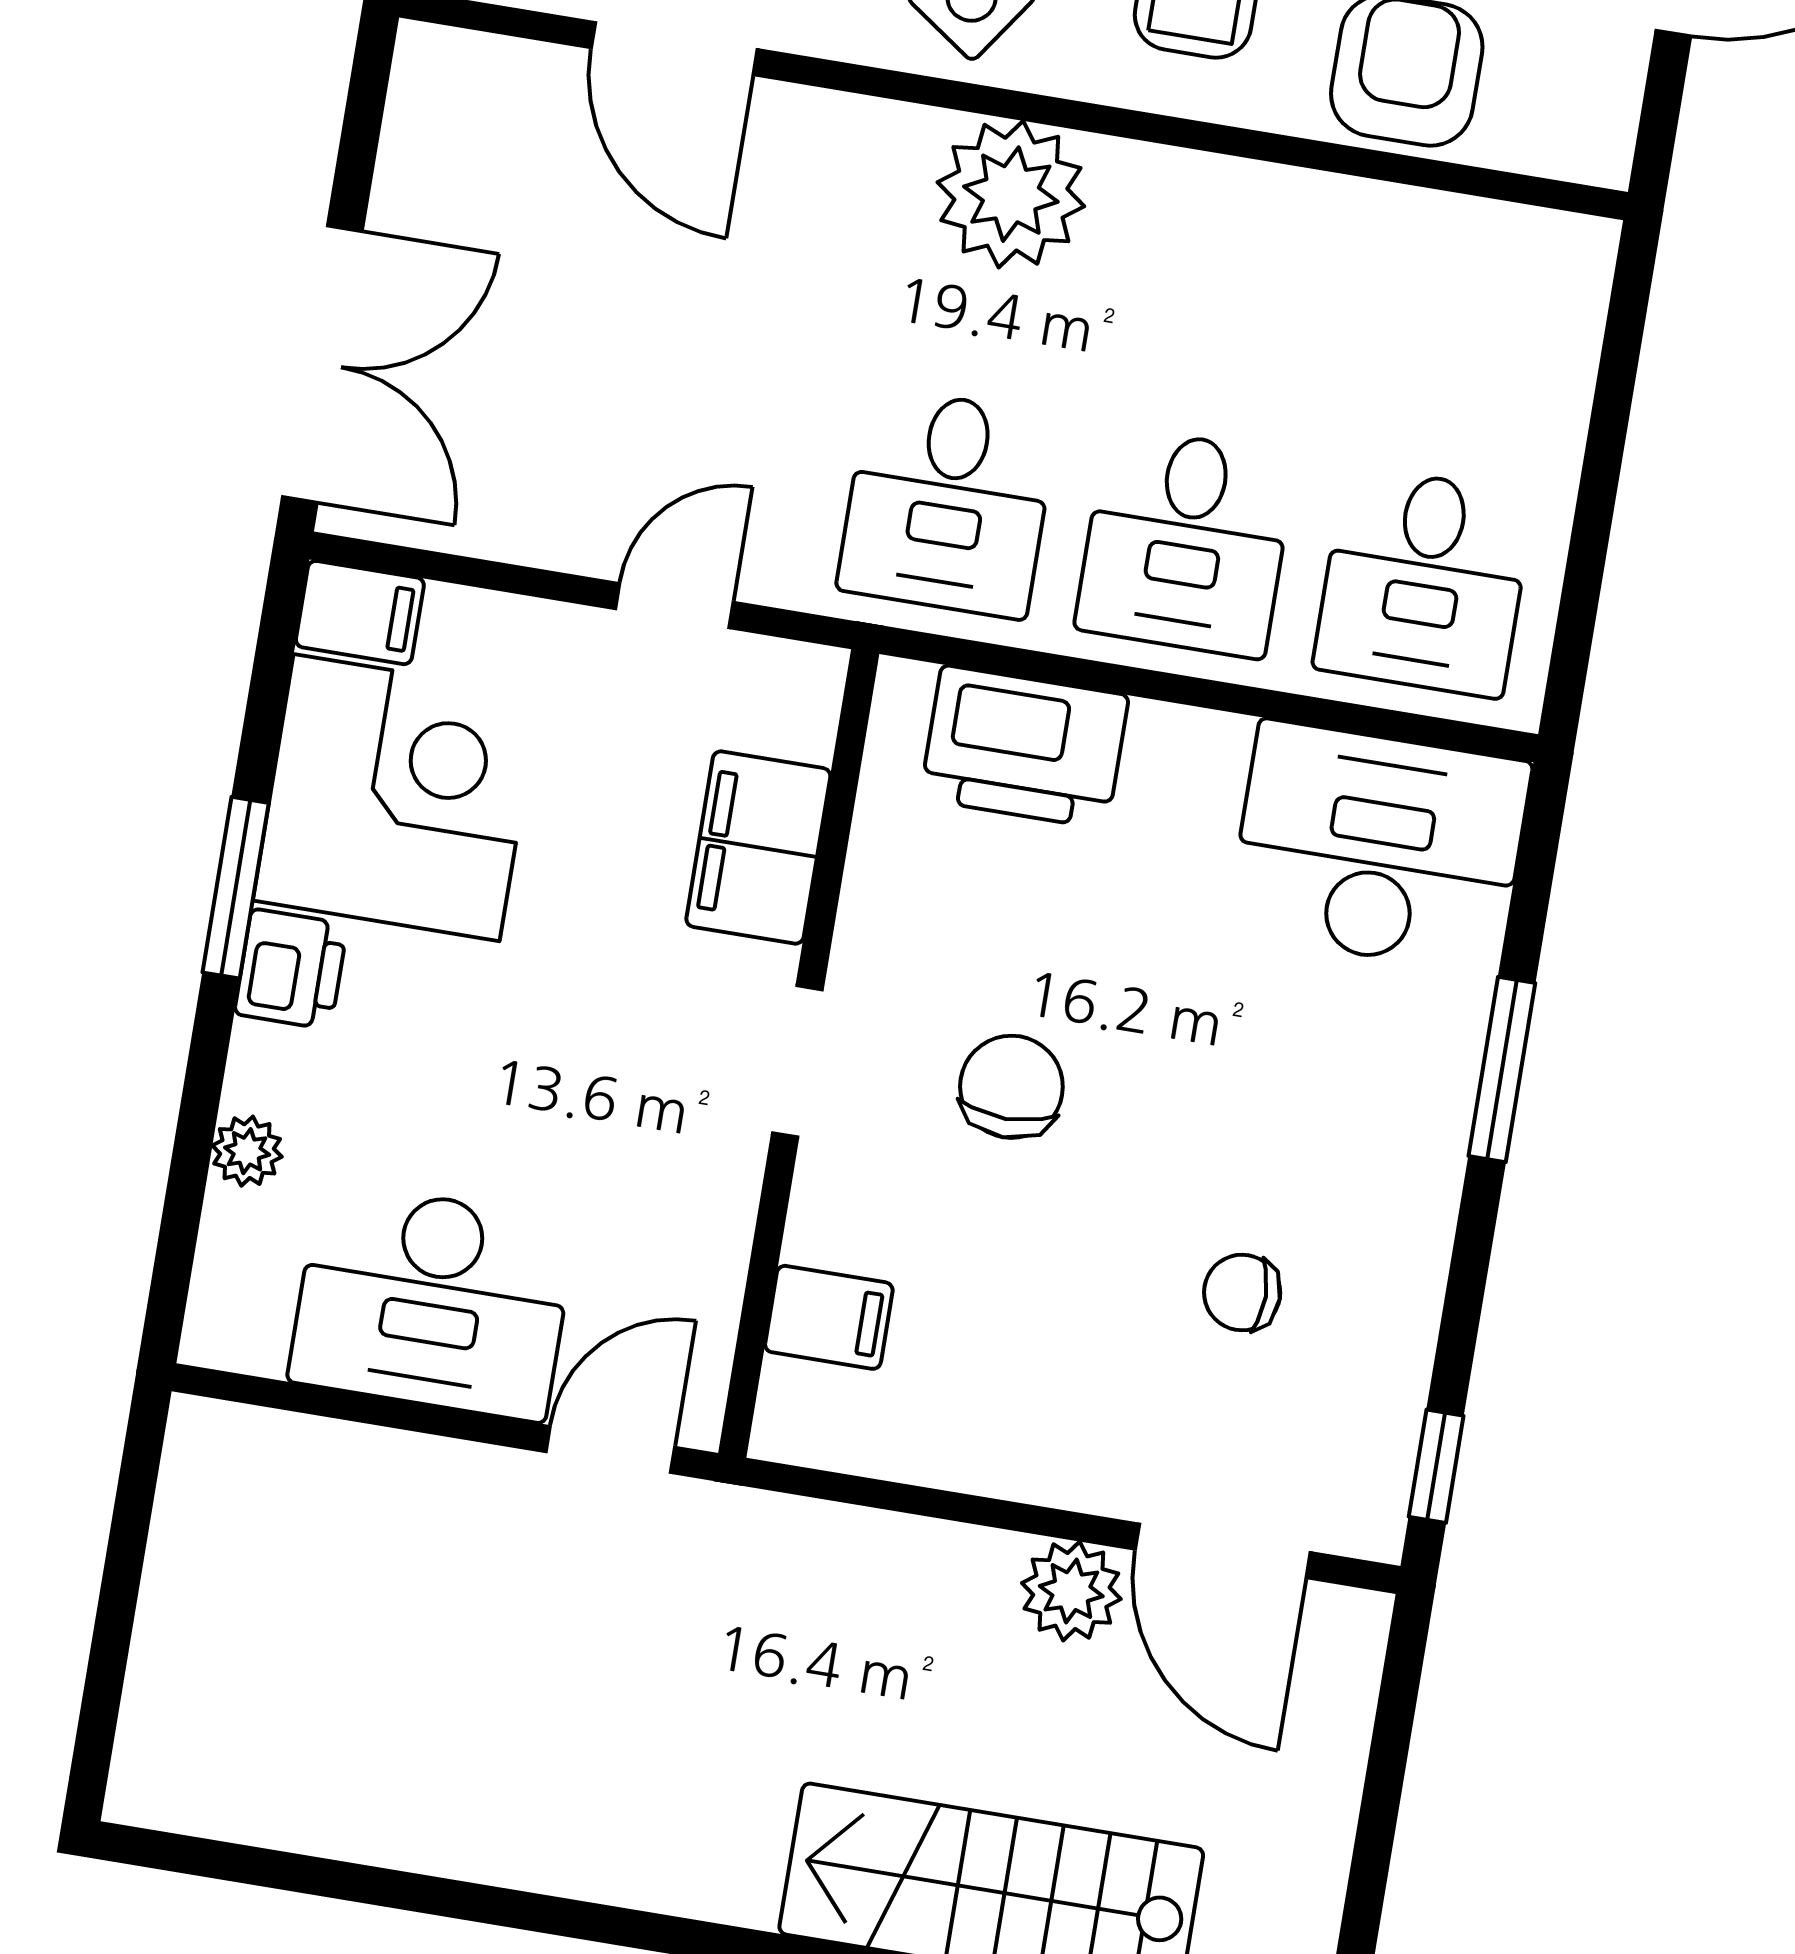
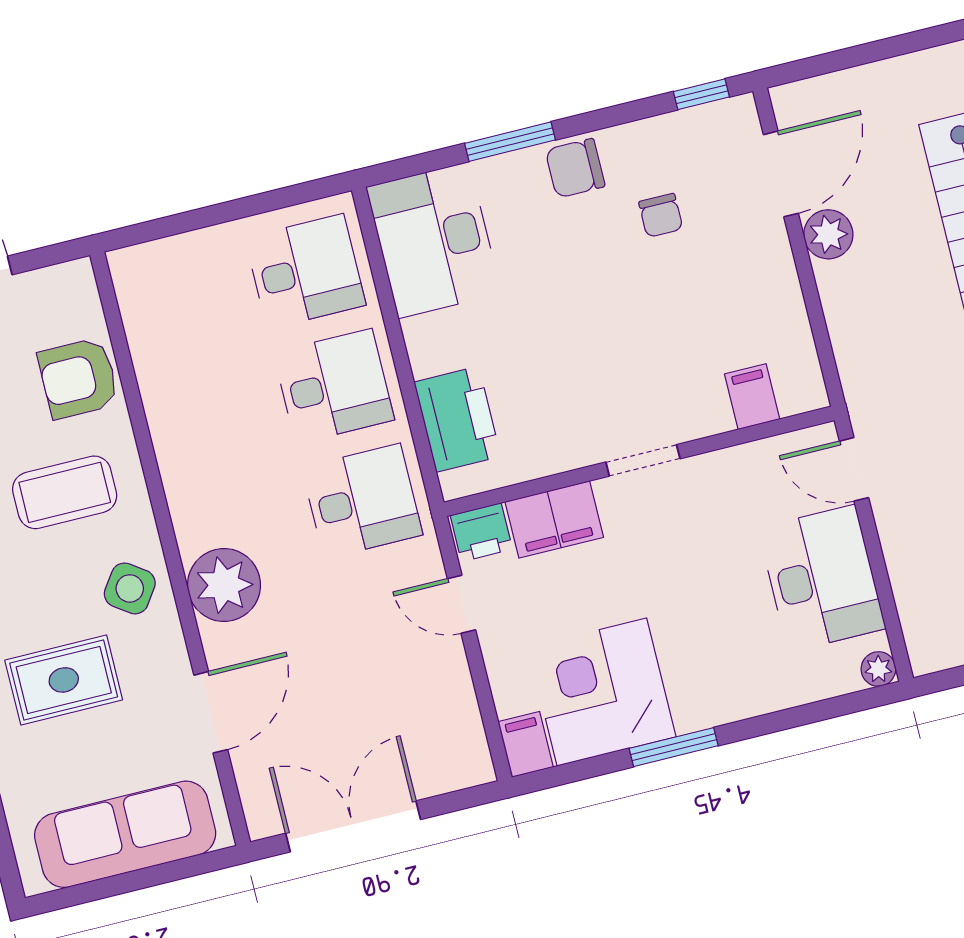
plant: (1011, 194) -> (224, 585), moved
double door: (322, 364) -> (353, 826), moved
printer: (291, 969) -> (481, 532), moved, turned 180
chair: (1011, 1087) -> (575, 168), moved
plant: (247, 1151) -> (878, 669), moved

